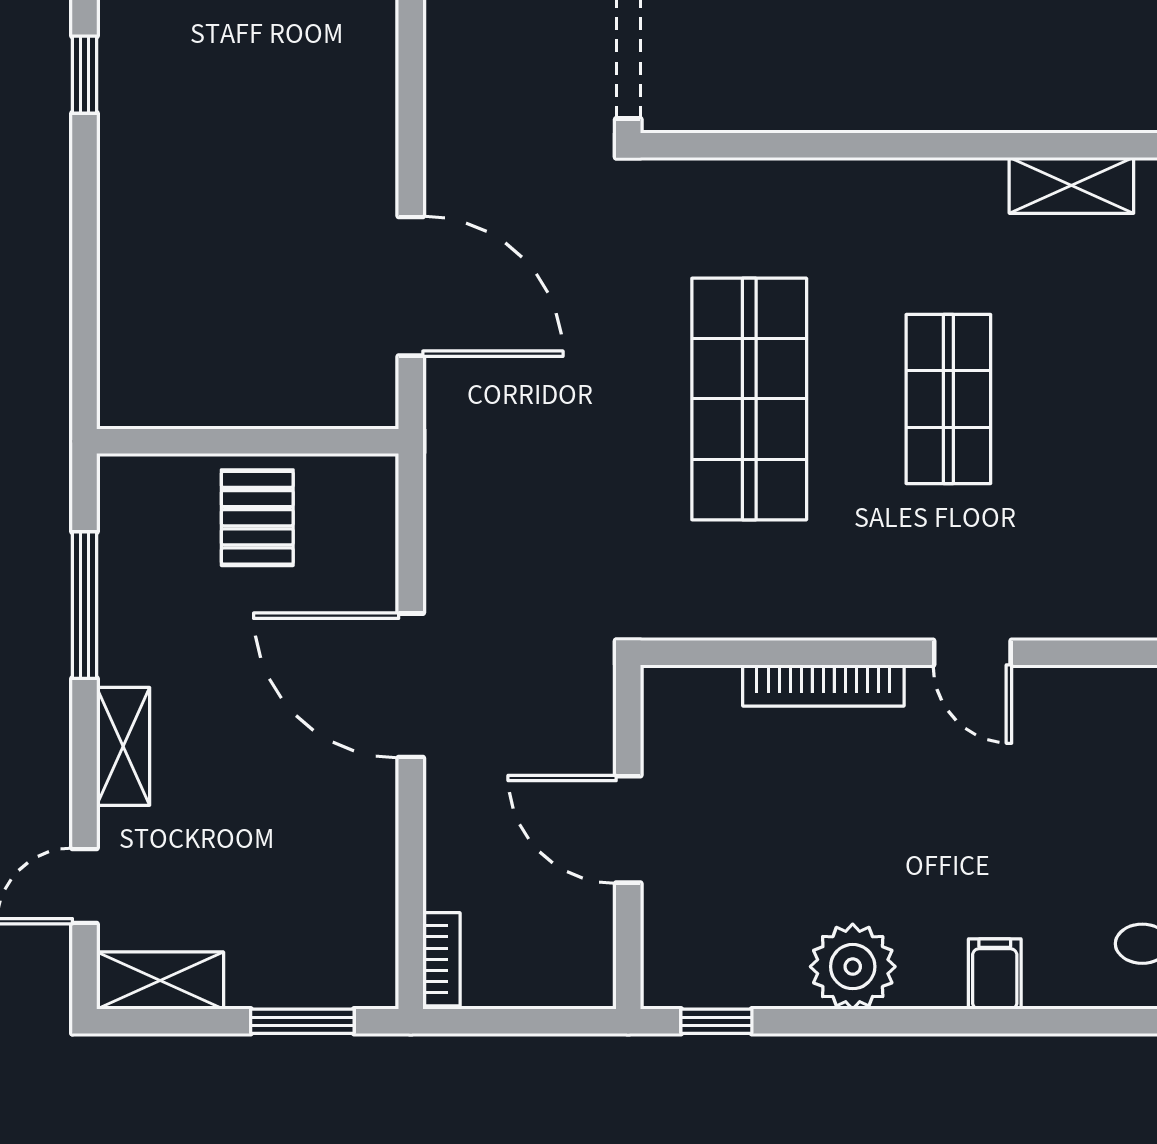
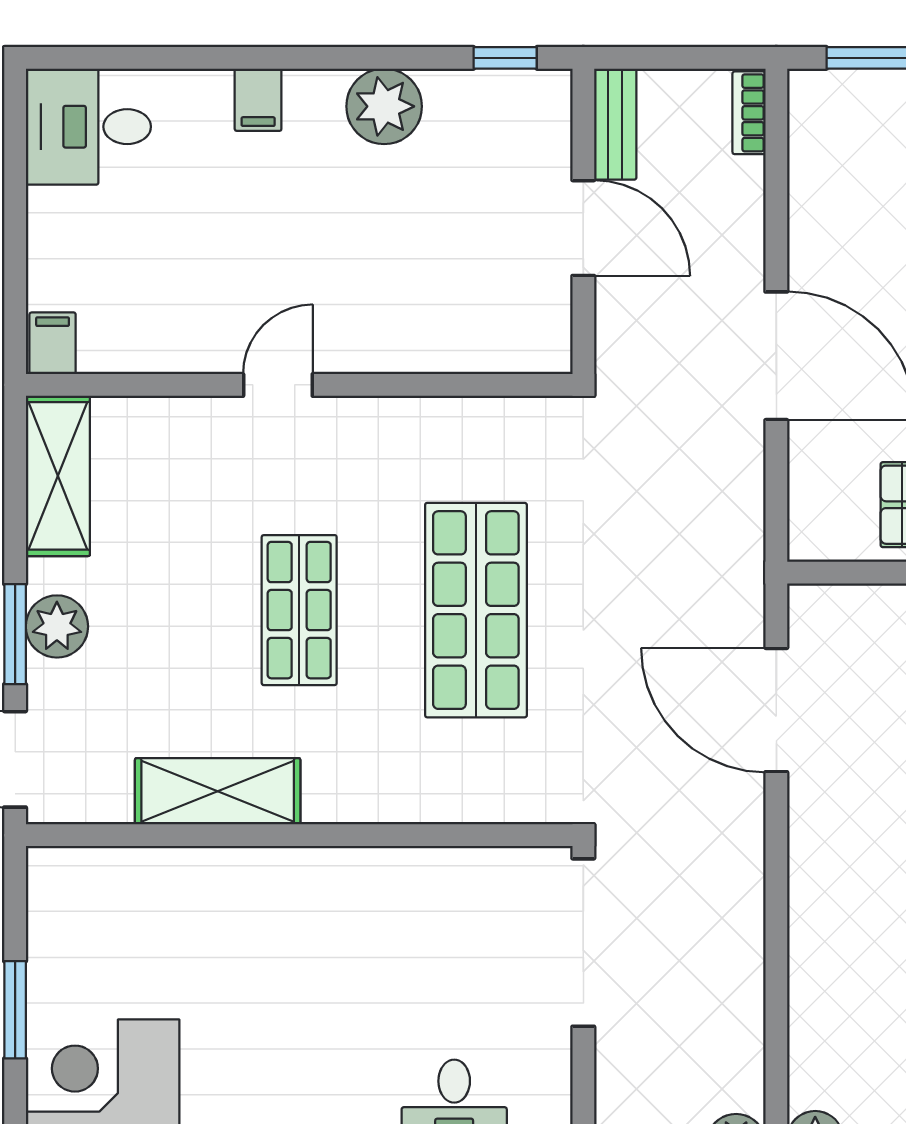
shelving: (1071, 185) -> (218, 791), width x1.50, depth x1.33
door: (972, 653) -> (278, 385), hinge flipped
bookcase: (823, 685) -> (410, 356), removed
bench: (592, 947) -> (615, 124), added

